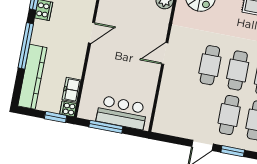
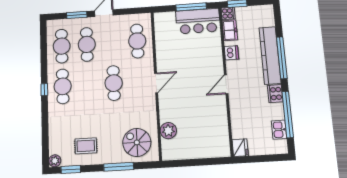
dishwasher: (77, 65) -> (231, 53), added
cafe table: (238, 70) -> (137, 41), moved
kitchen counter: (32, 77) -> (270, 55), moved
bar counter: (122, 113) -> (198, 21), moved

